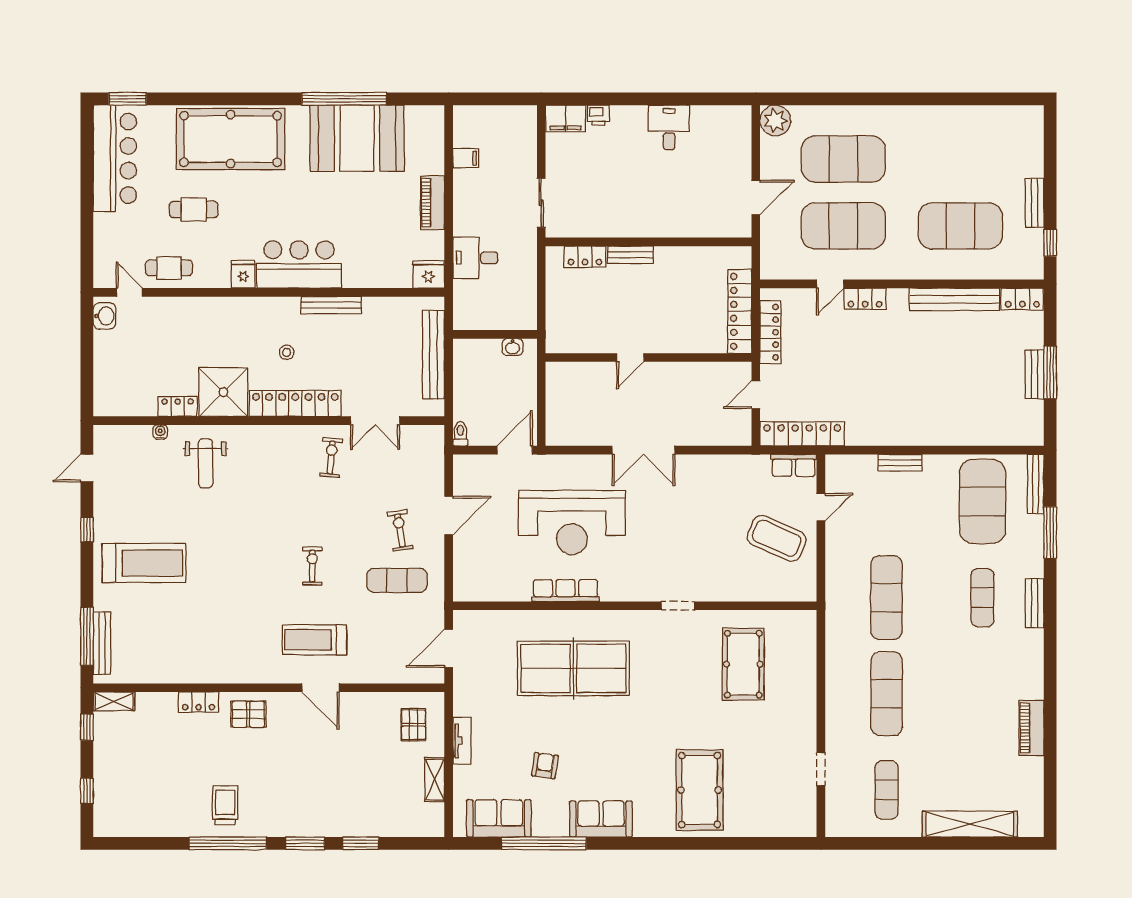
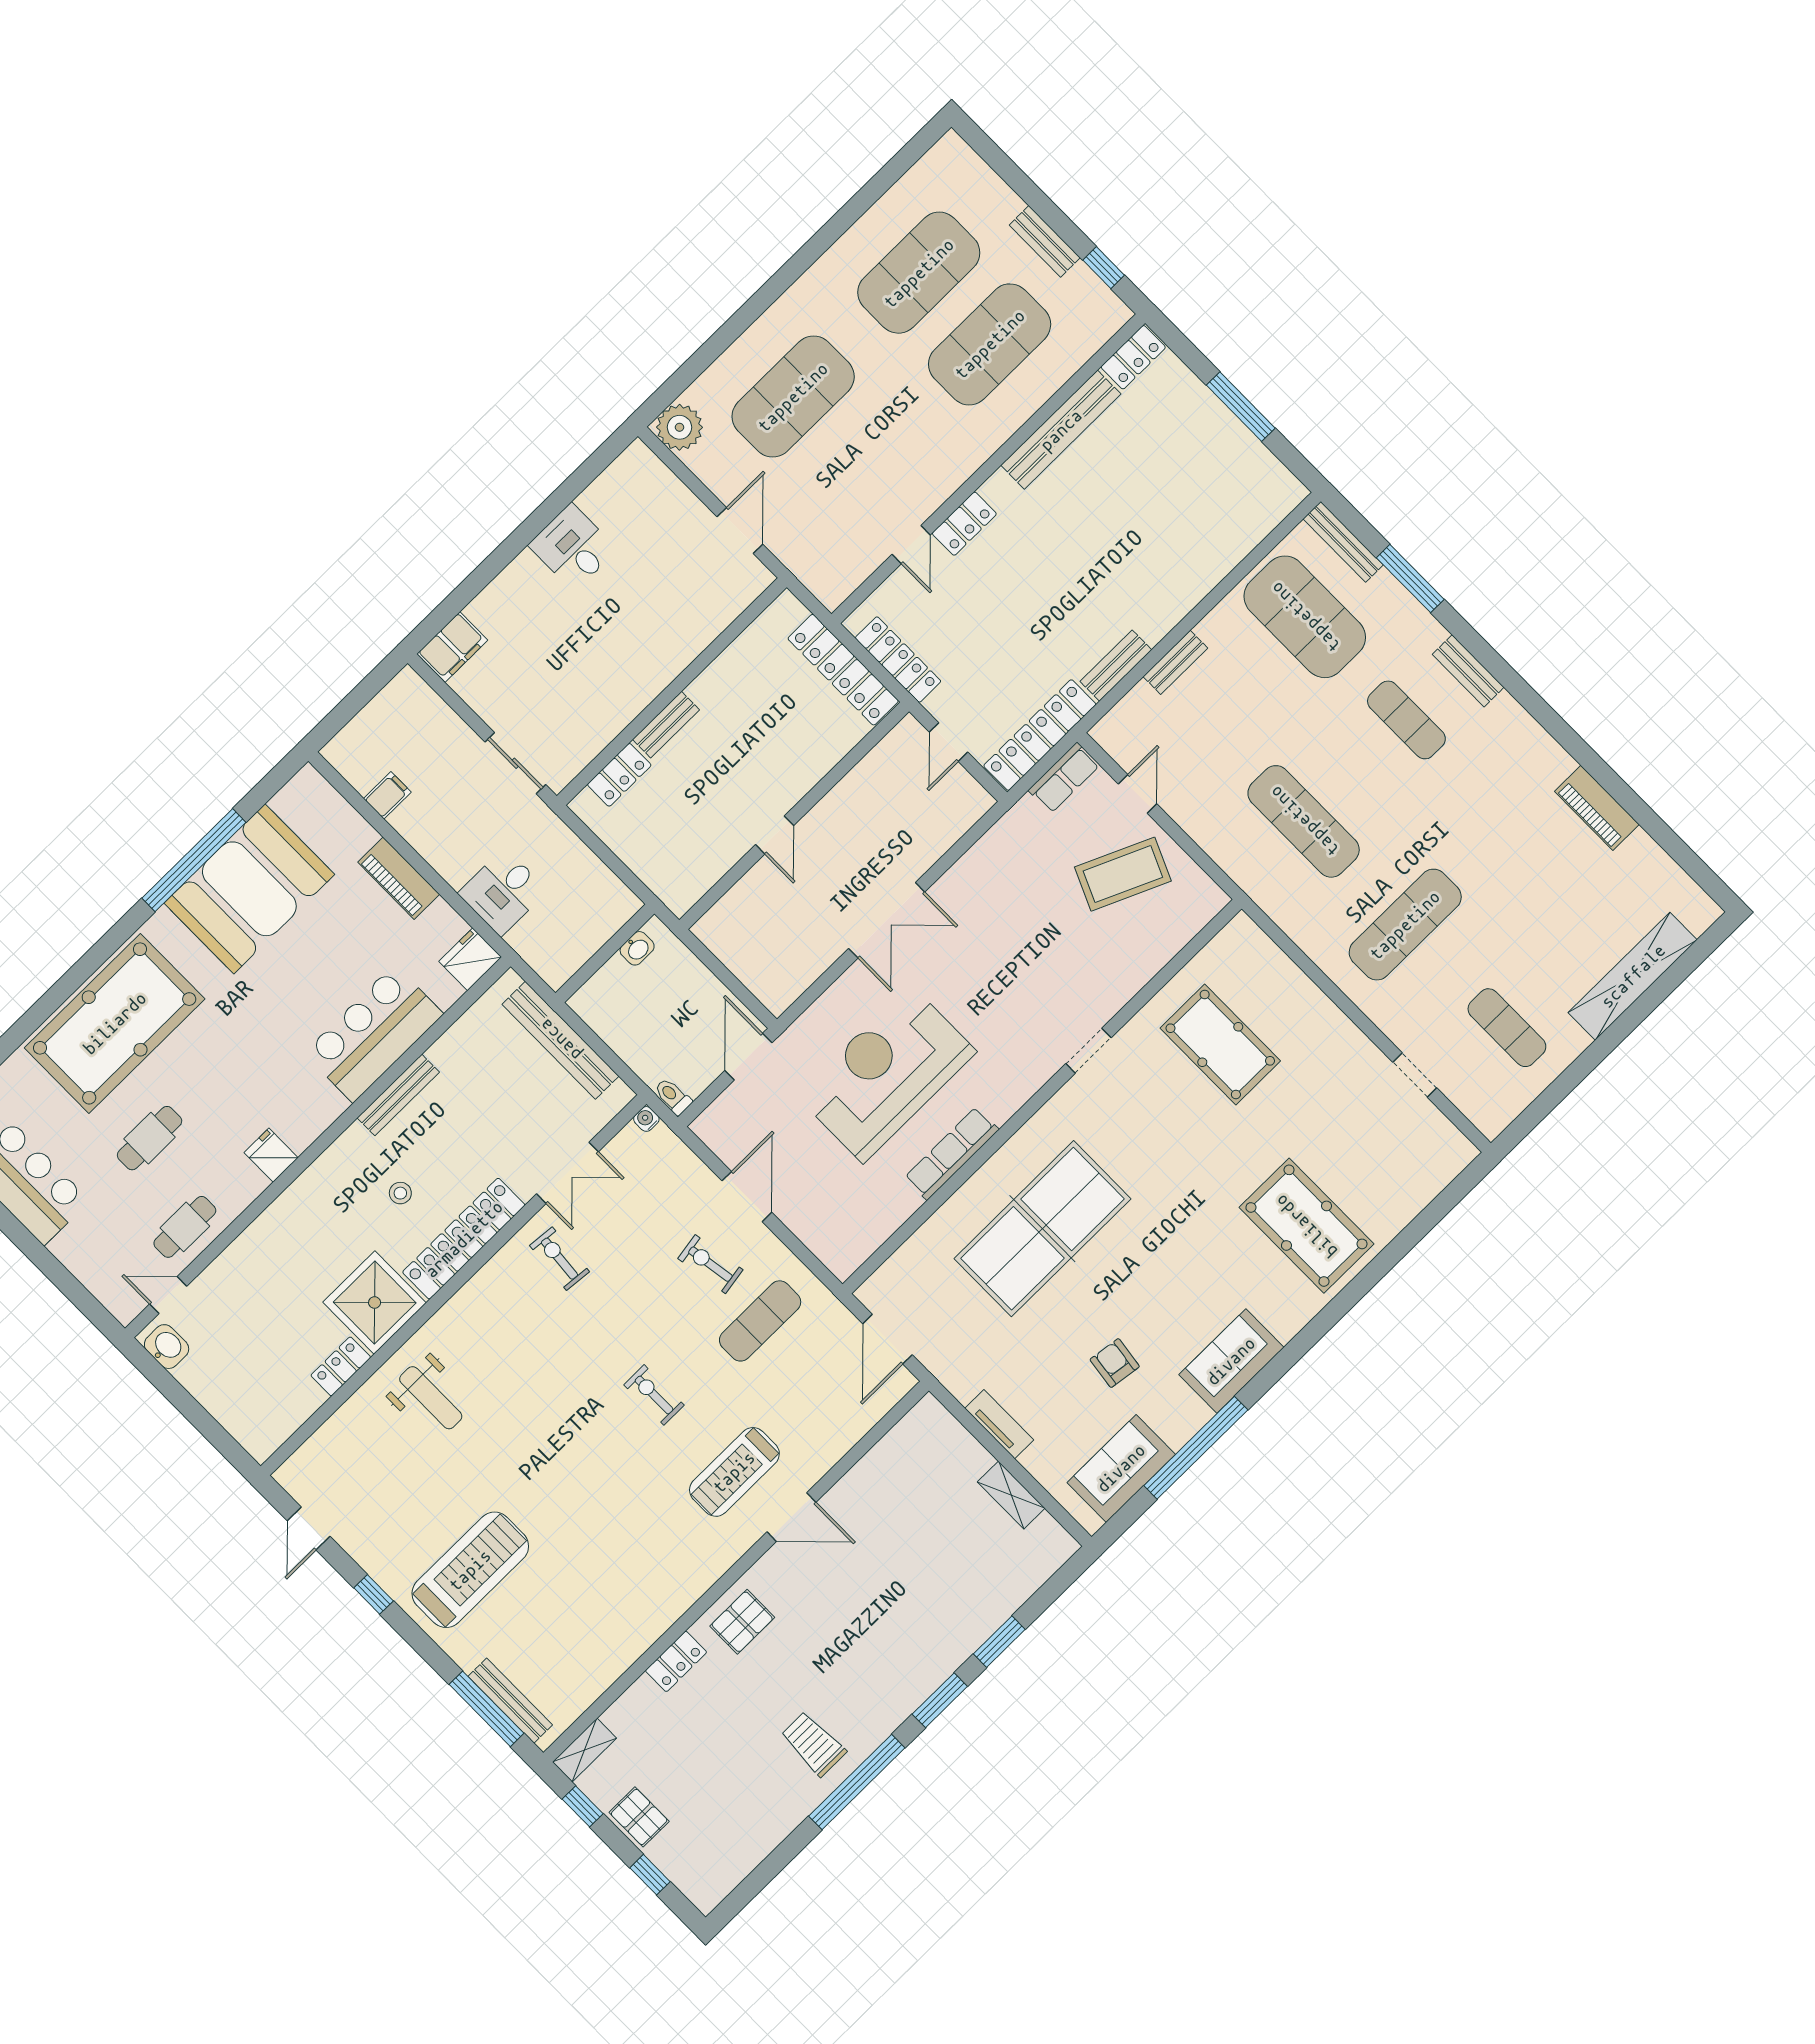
printer: (598, 115) -> (484, 609), removed
exercise mat: (843, 226) -> (919, 273), moved
bar counter: (299, 265) -> (374, 1034), moved
bench: (1035, 374) -> (1116, 666), moved, turned 90
water cooler: (160, 432) -> (646, 1119), moved
reception desk: (572, 522) -> (886, 1074), turned 180
exercise mat: (887, 694) -> (1405, 925), turned 90
pallet: (413, 725) -> (639, 1817), moved

